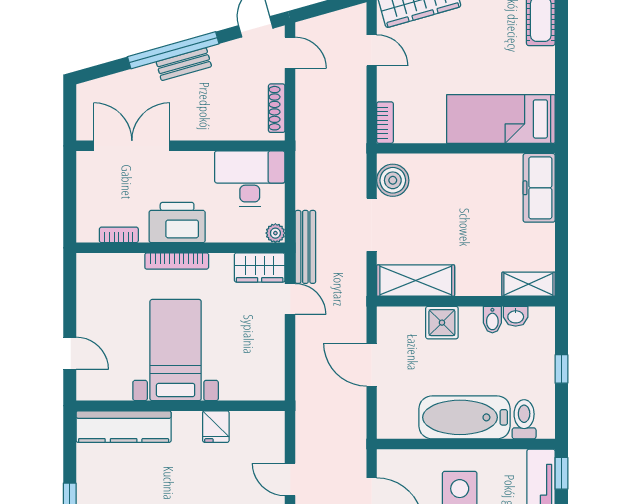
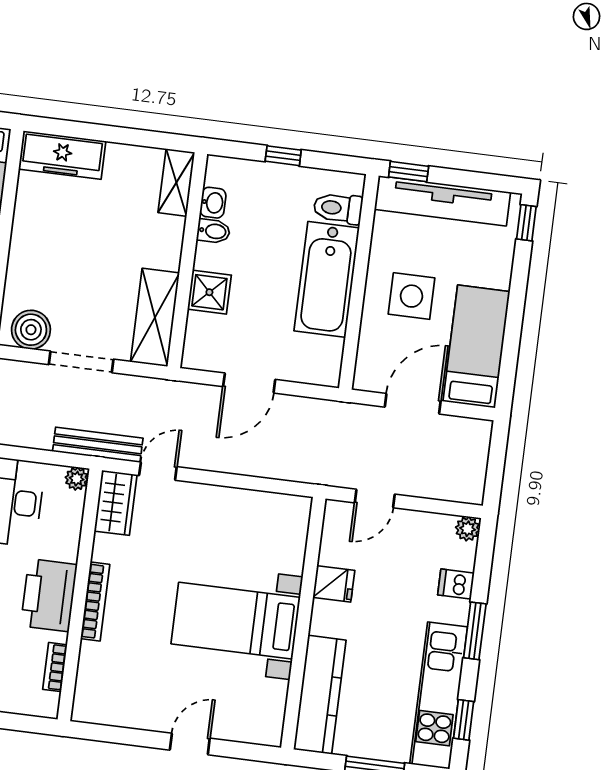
bed with nightstands: (176, 350) -> (236, 621), moved
wall: (181, 406) -> (303, 623), moved
kitchen counter: (124, 427) -> (320, 695), moved
fridge: (216, 427) -> (334, 584), moved

